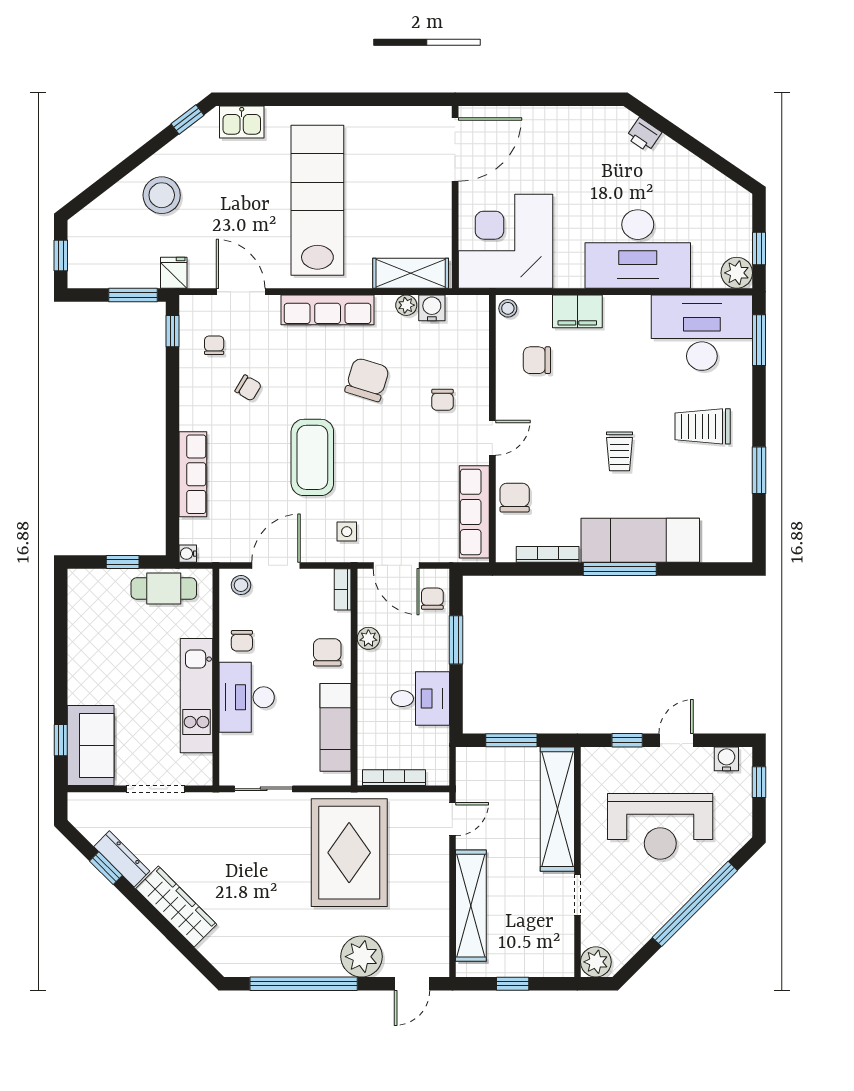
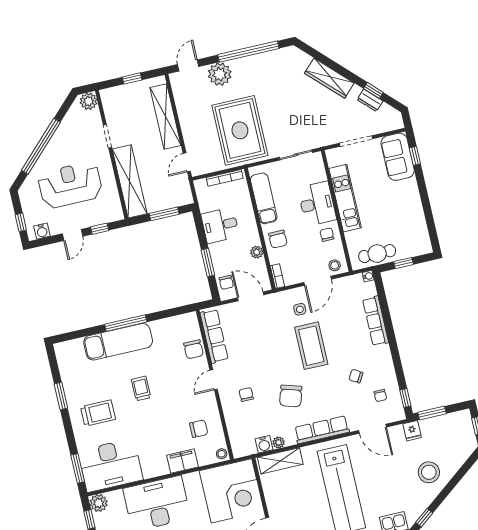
side table: (347, 532) -> (300, 309), moved
bookcase: (548, 554) -> (168, 322), removed
dresser: (122, 859) -> (370, 100), width x0.70

